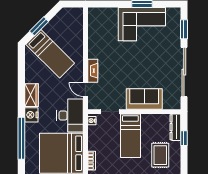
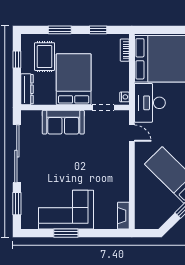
fireplace: (93, 71) -> (123, 216), moved
bed: (130, 136) -> (74, 79), width x1.50
window: (184, 138) -> (17, 59), moved

